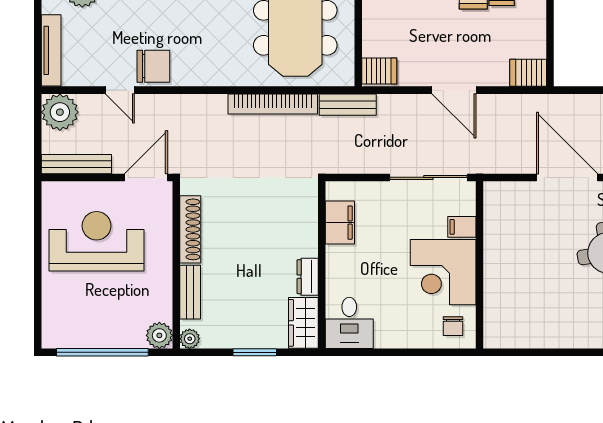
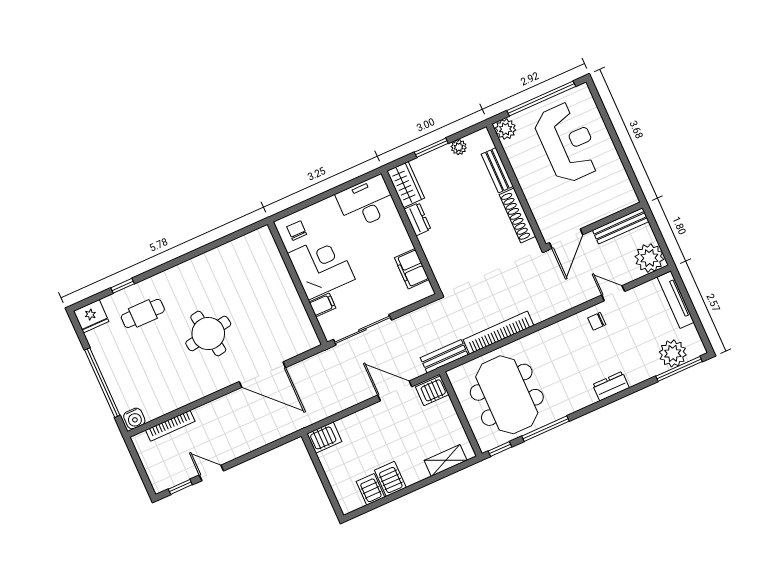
chair: (153, 66) -> (597, 321), width x0.54, depth x0.54
door: (454, 90) -> (395, 391), moved
reception desk: (97, 241) -> (567, 142), moved, turned -90
desk: (349, 323) -> (366, 202), width x1.37
plant: (190, 339) -> (459, 147), moved

